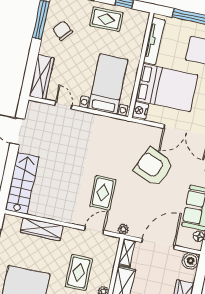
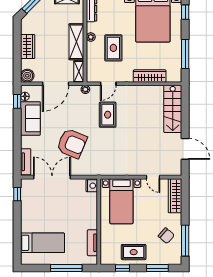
tv unit: (154, 41) -> (92, 243), width x0.71
bed: (167, 88) -> (75, 208), removed

